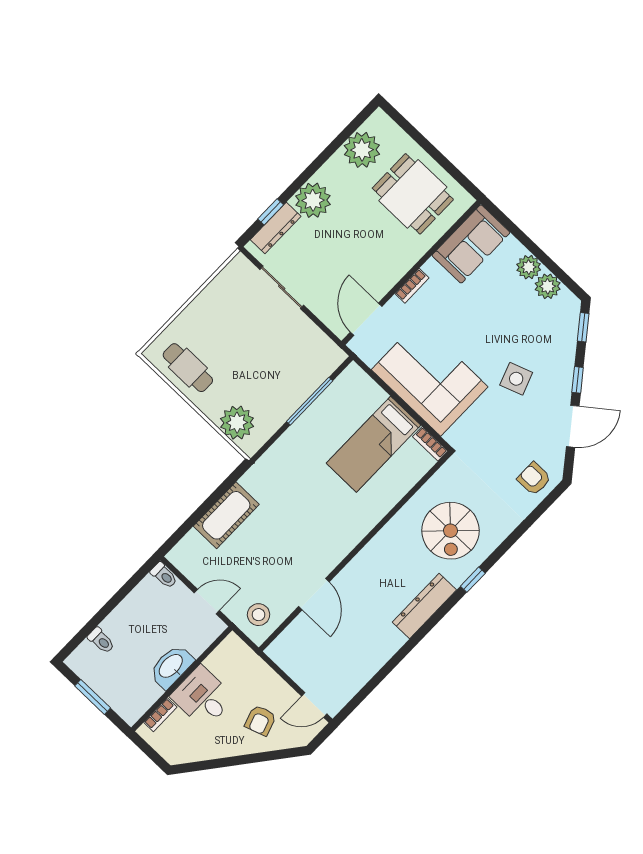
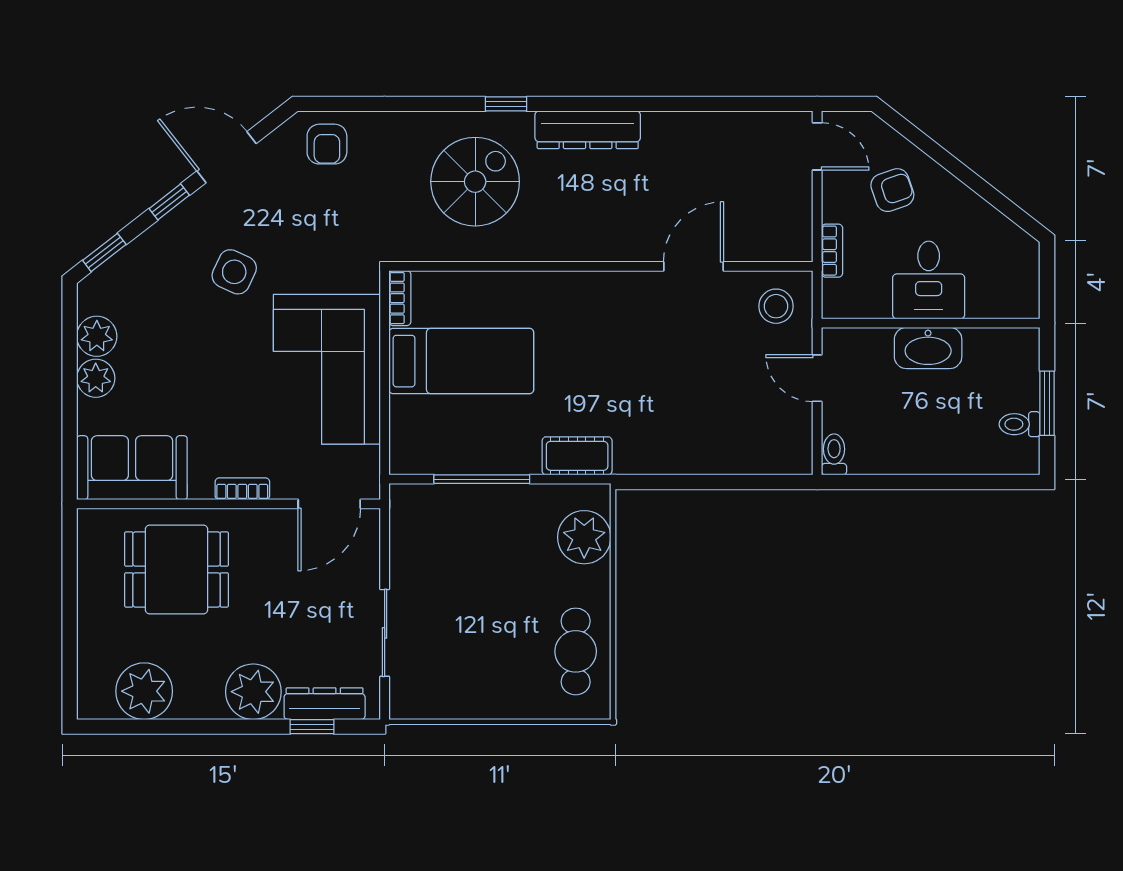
dining table: (413, 194) -> (177, 569), moved, turned 90
side table: (516, 379) -> (234, 272), turned 45
cot: (226, 515) -> (577, 456), moved, width x0.73, depth x0.75
toilet: (101, 641) -> (1020, 424), moved, turned -90
bookcase: (160, 715) -> (832, 251), moved, turned 90

